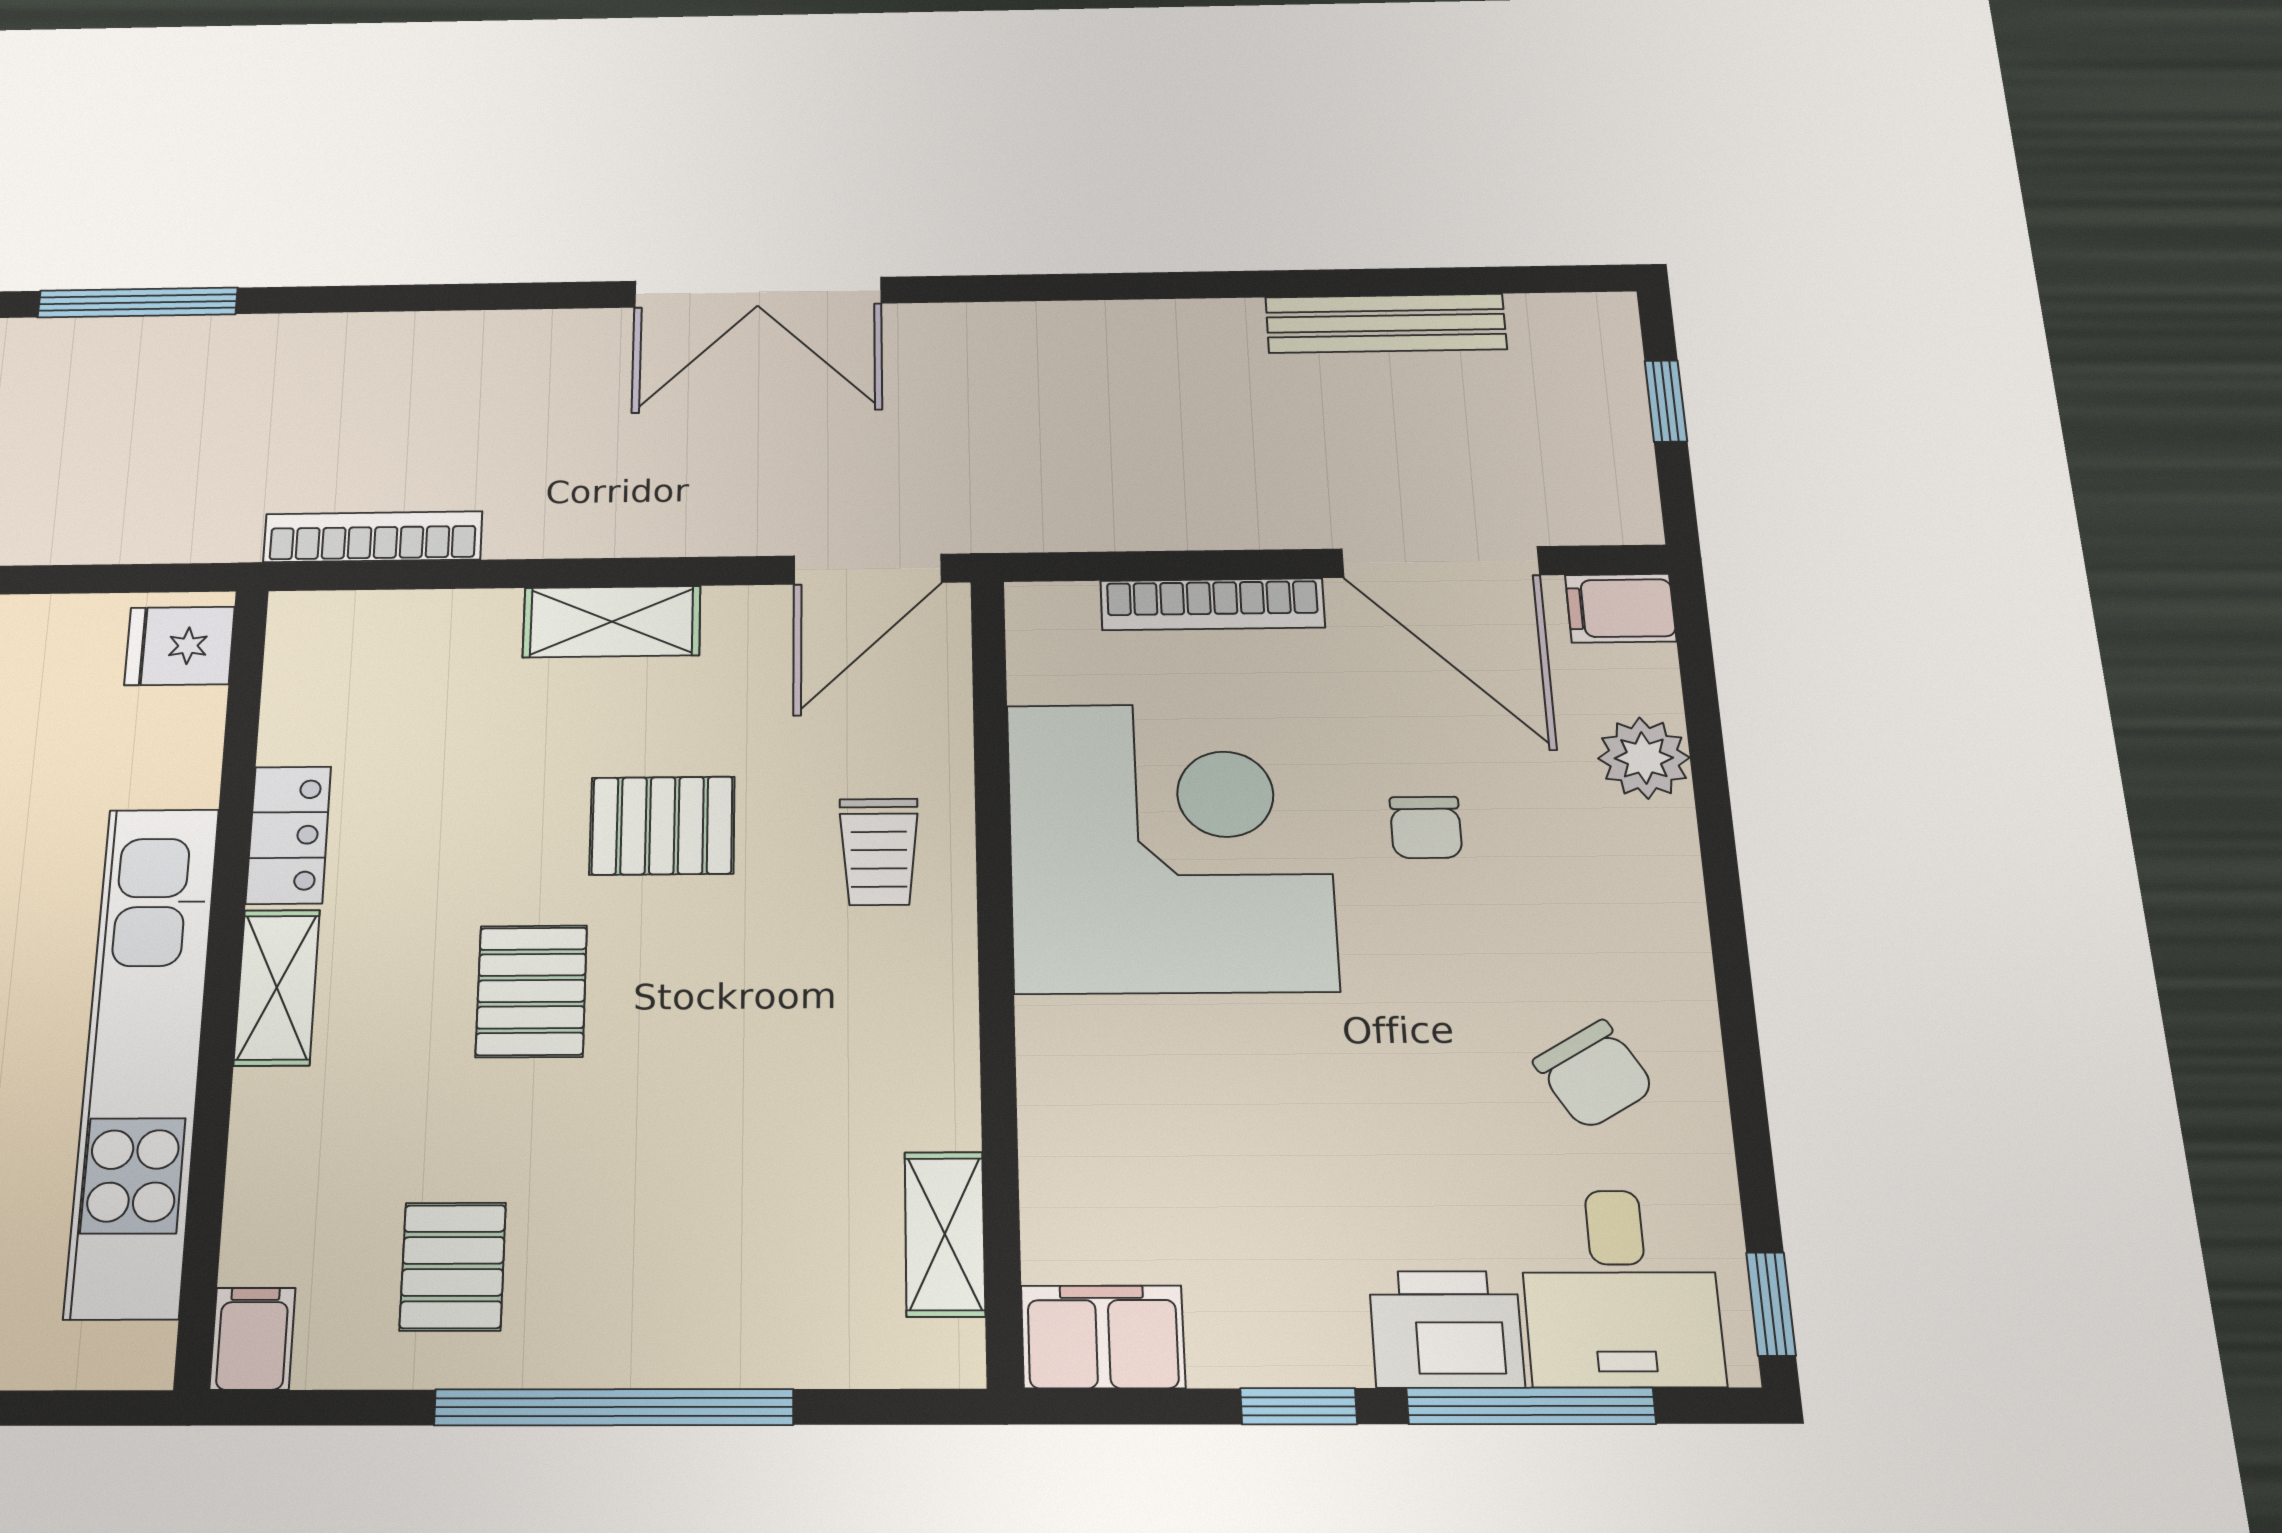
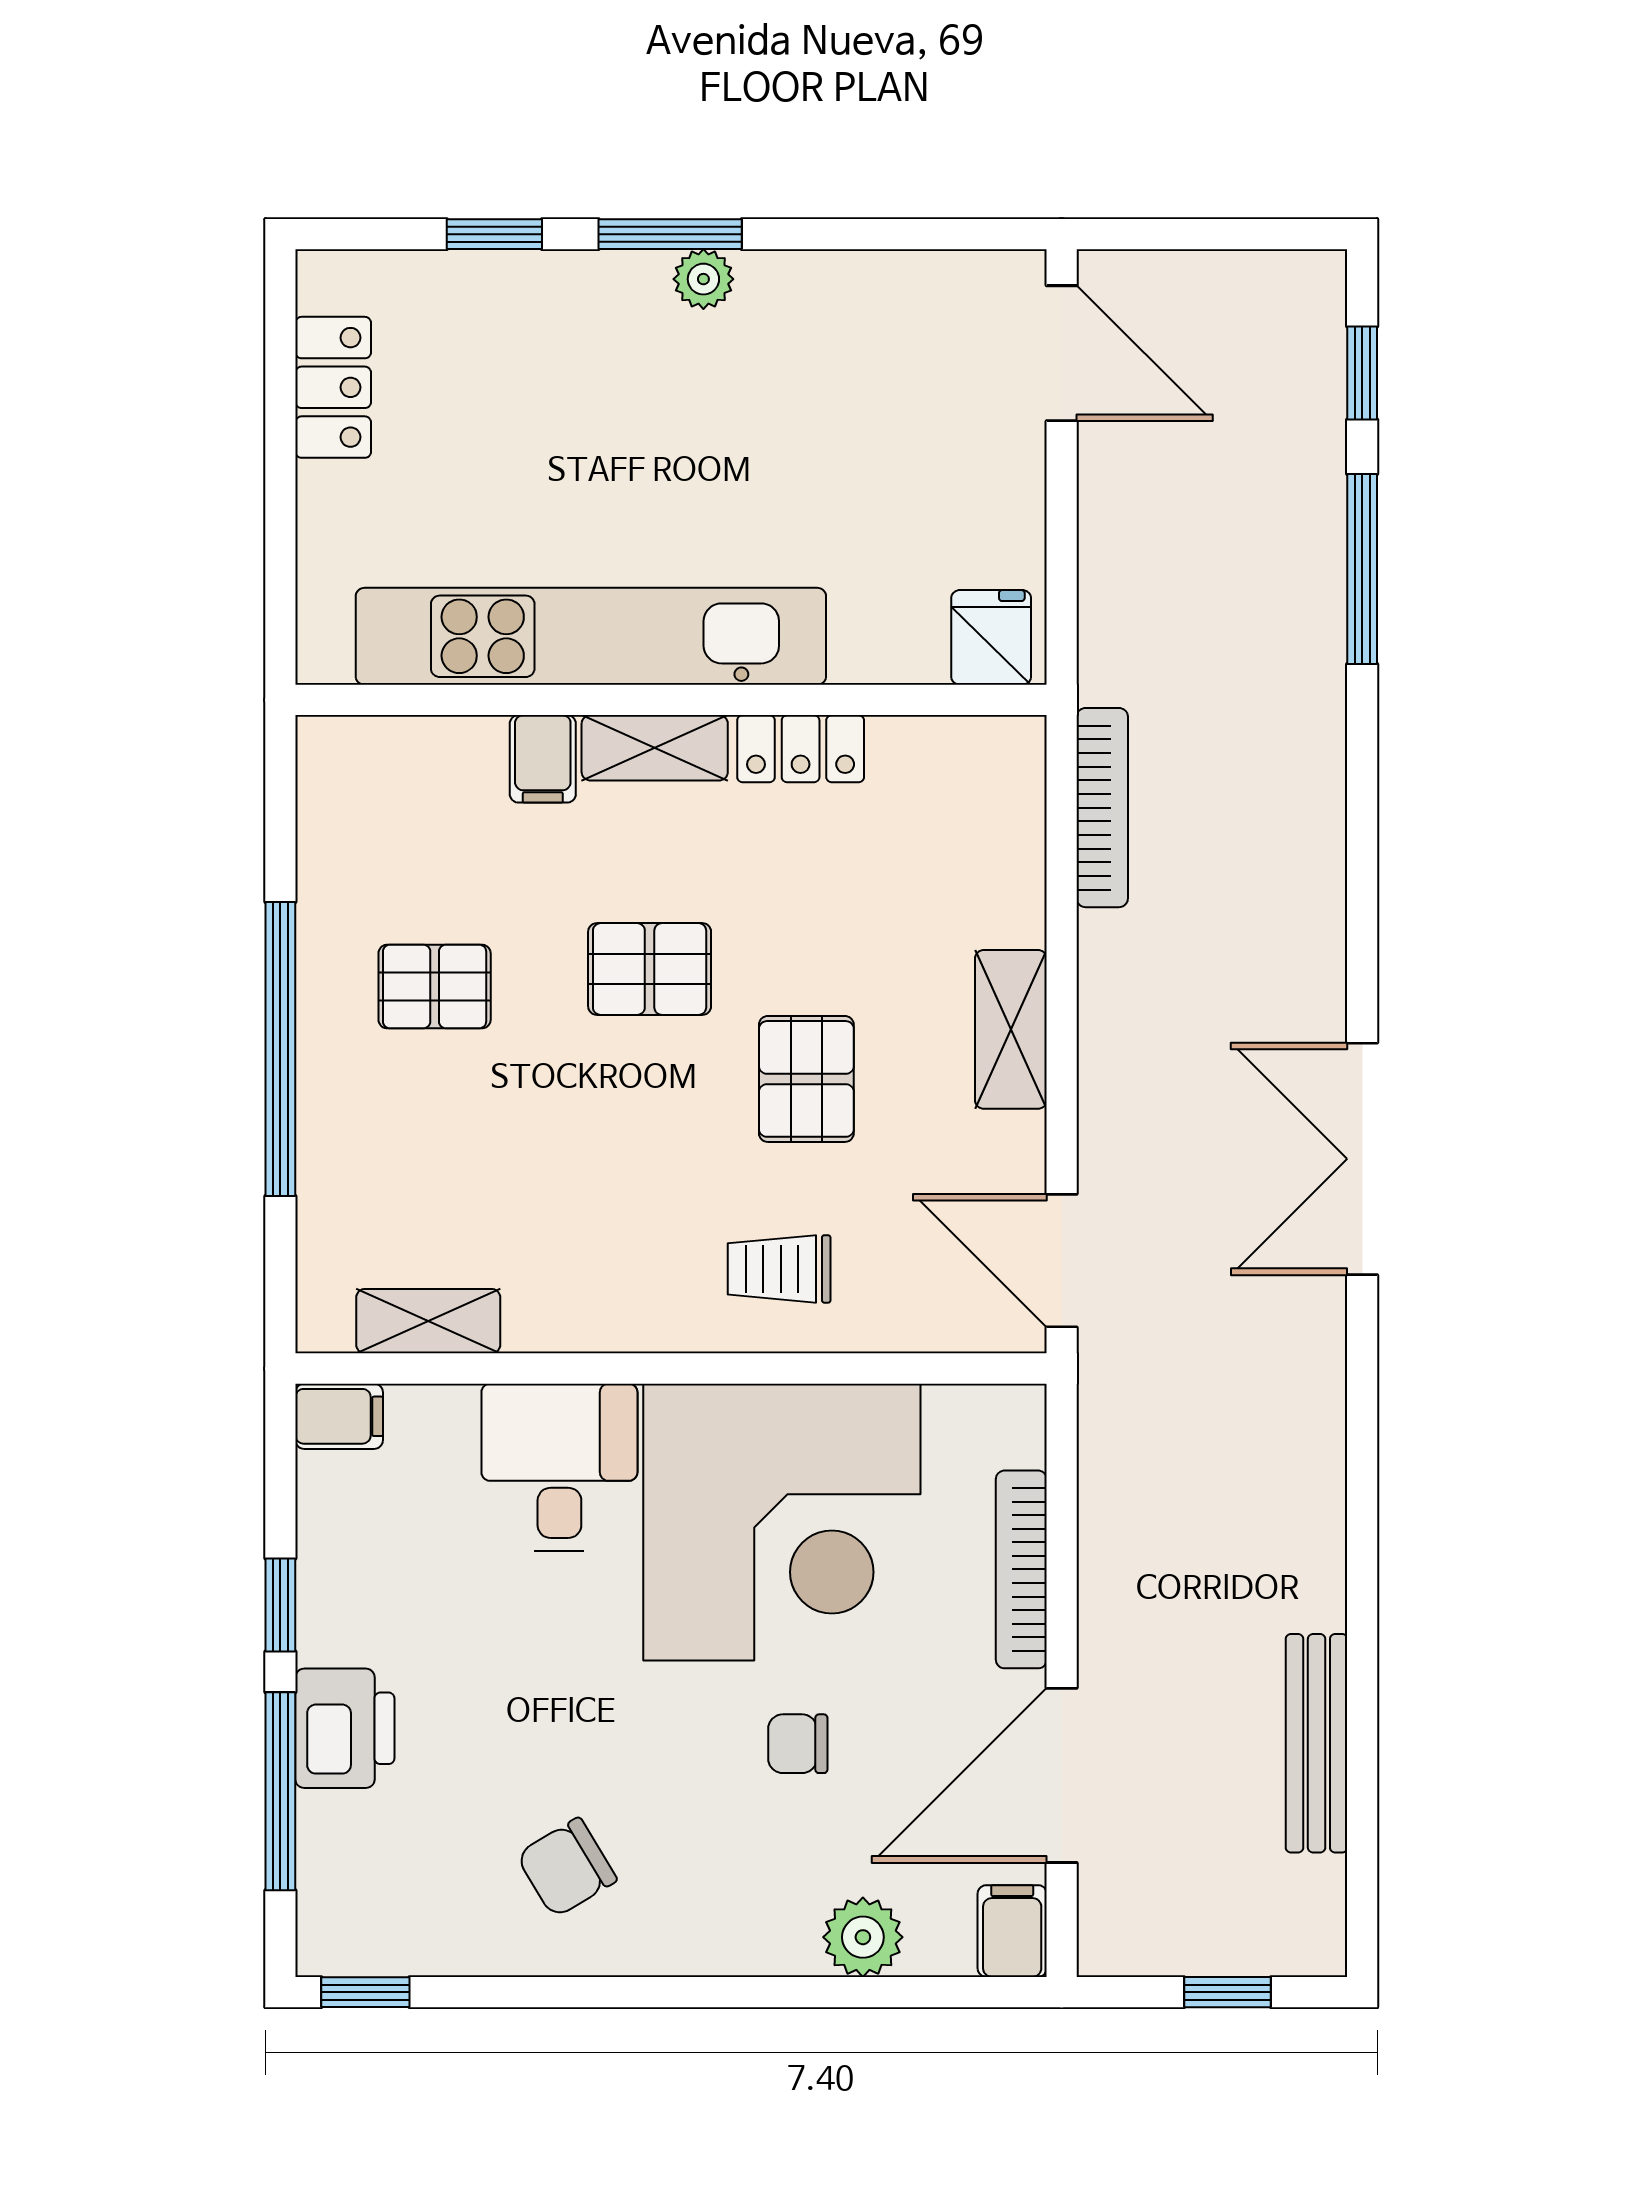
pallet: (453, 1266) -> (435, 987), moved
desk: (1620, 1288) -> (559, 1468), moved, turned 90
filing cabinet: (1103, 1337) -> (339, 1416), width x0.50
filing cabinet: (253, 1339) -> (543, 759), moved, turned 90

